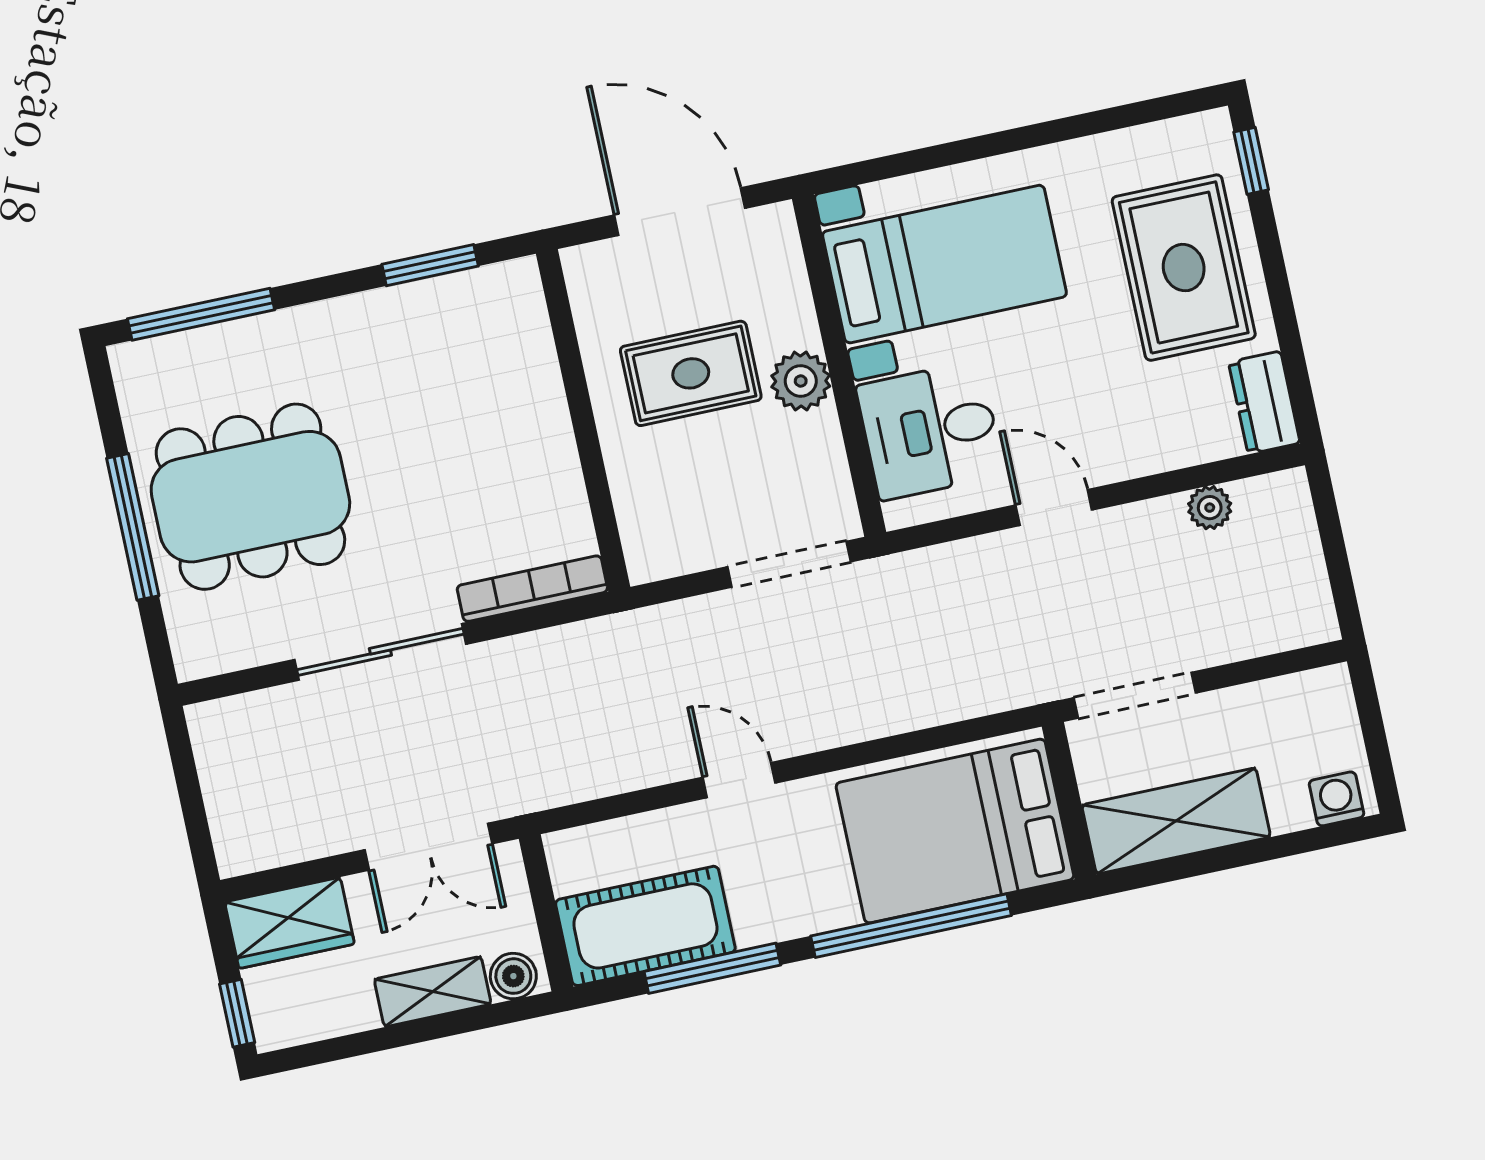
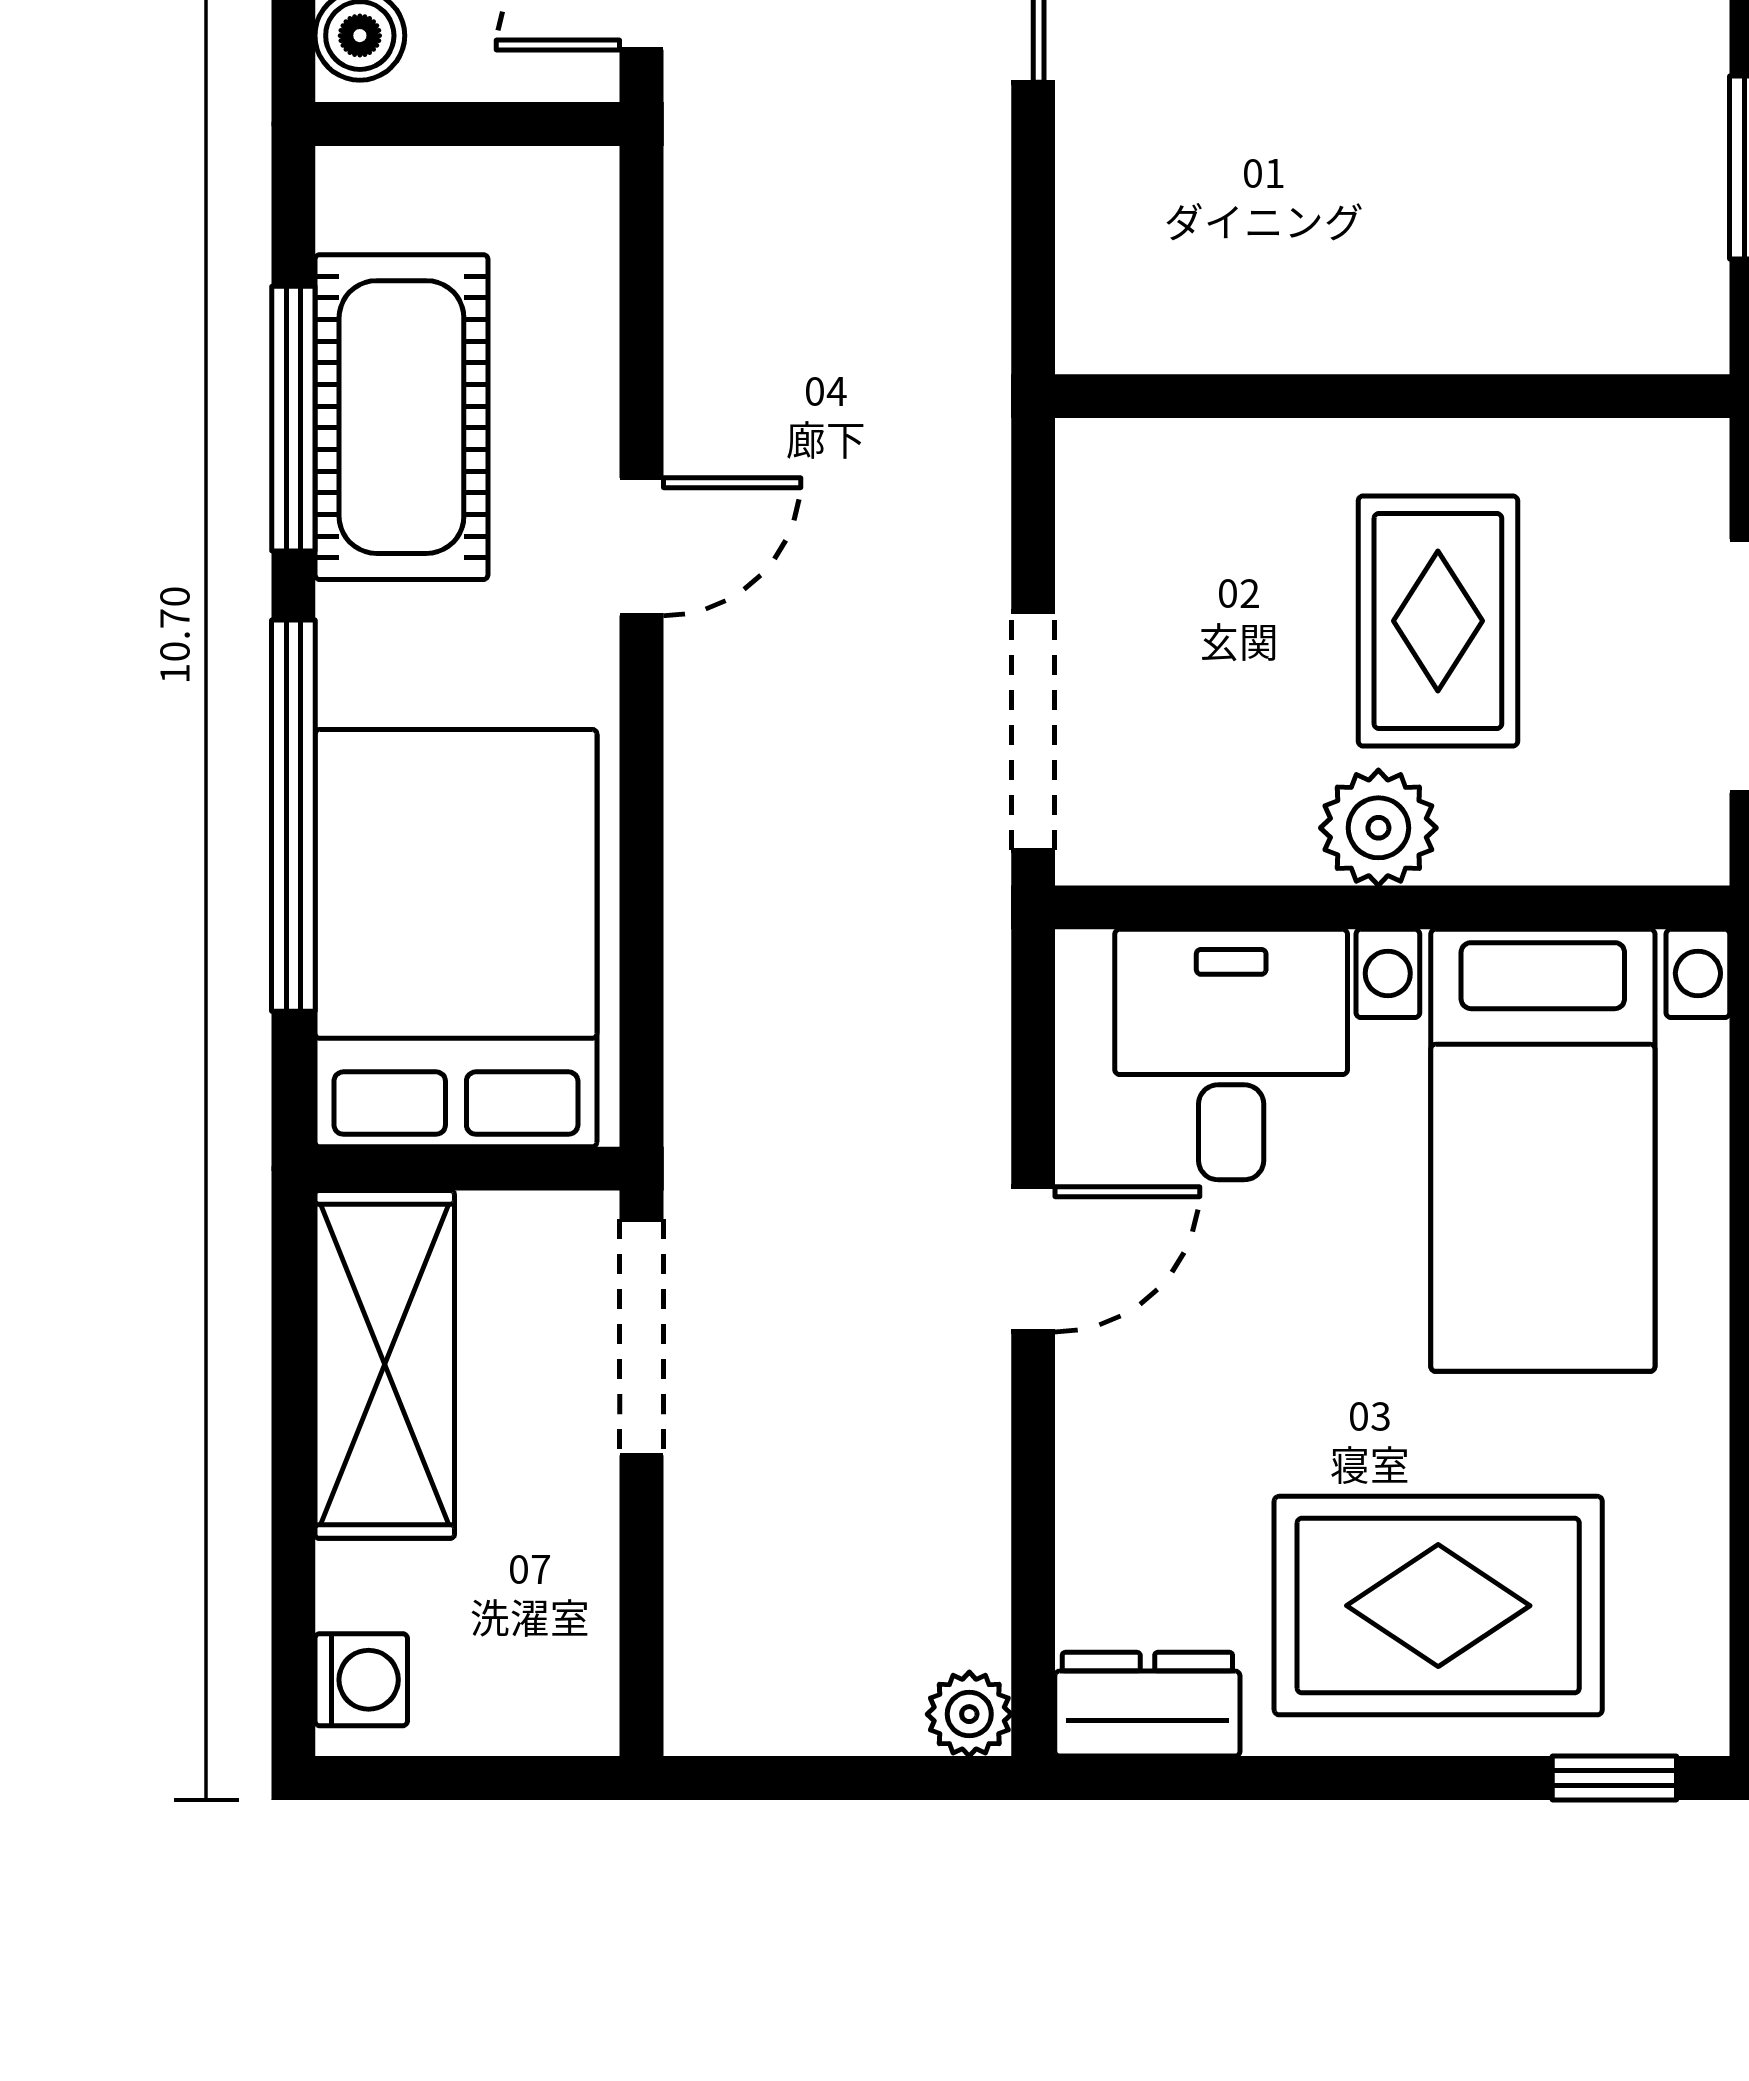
plant: (1210, 508) -> (969, 1714), moved
bookcase: (532, 589) -> (1092, 230), removed
cot: (645, 926) -> (401, 417), moved

